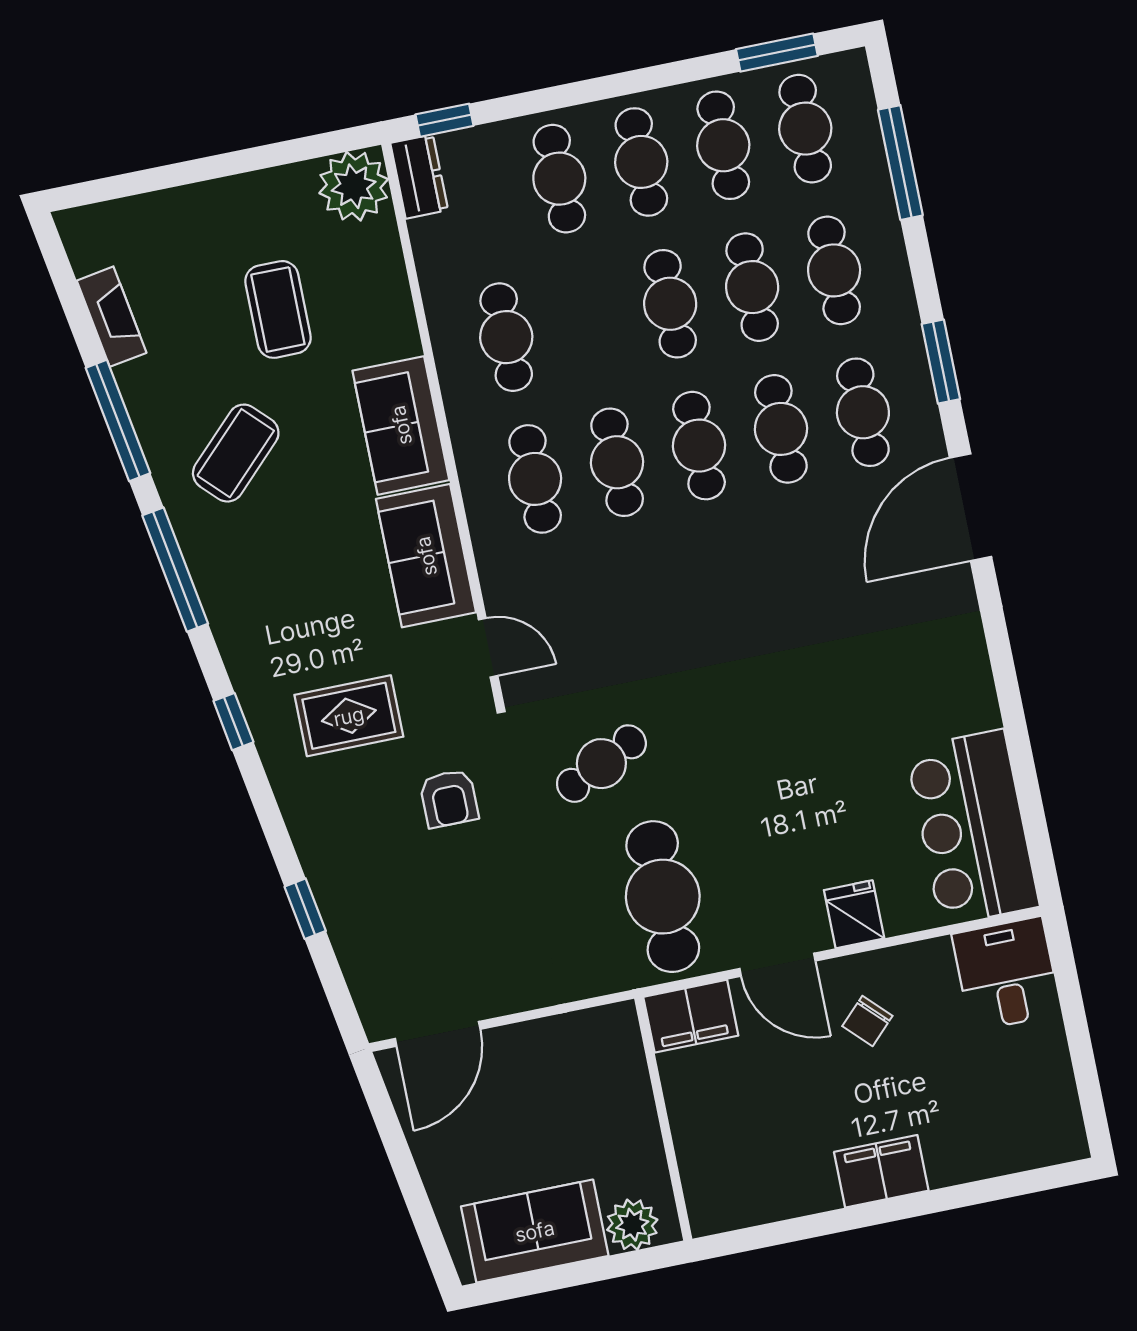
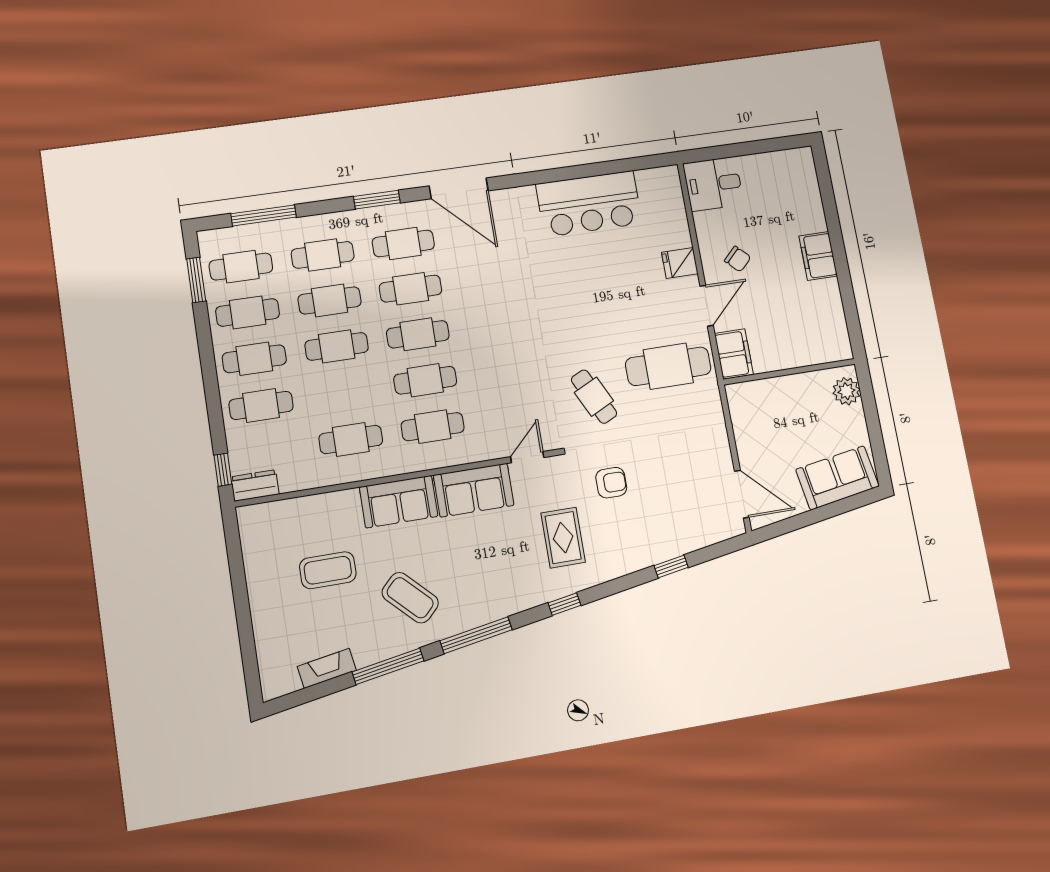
plant: (354, 186) -> (258, 524), removed
bar counter: (972, 828) -> (589, 204), moved
sofa: (535, 1231) -> (837, 478), moved, turned 81

